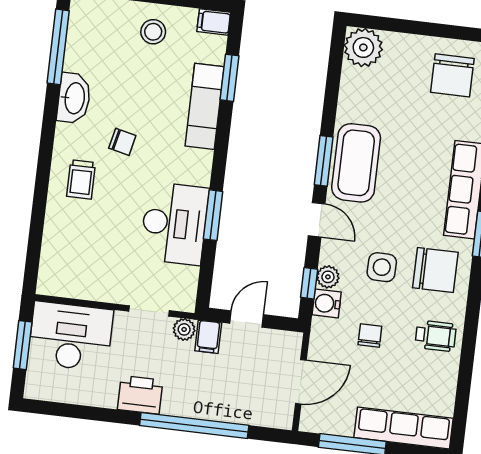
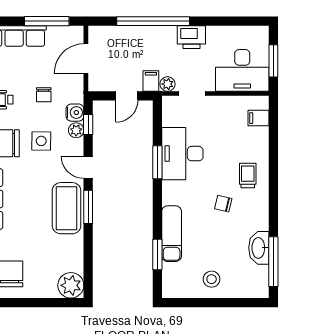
filing cabinet: (214, 22) -> (259, 118), moved, turned 180
washbasin: (74, 98) -> (259, 248), moved

